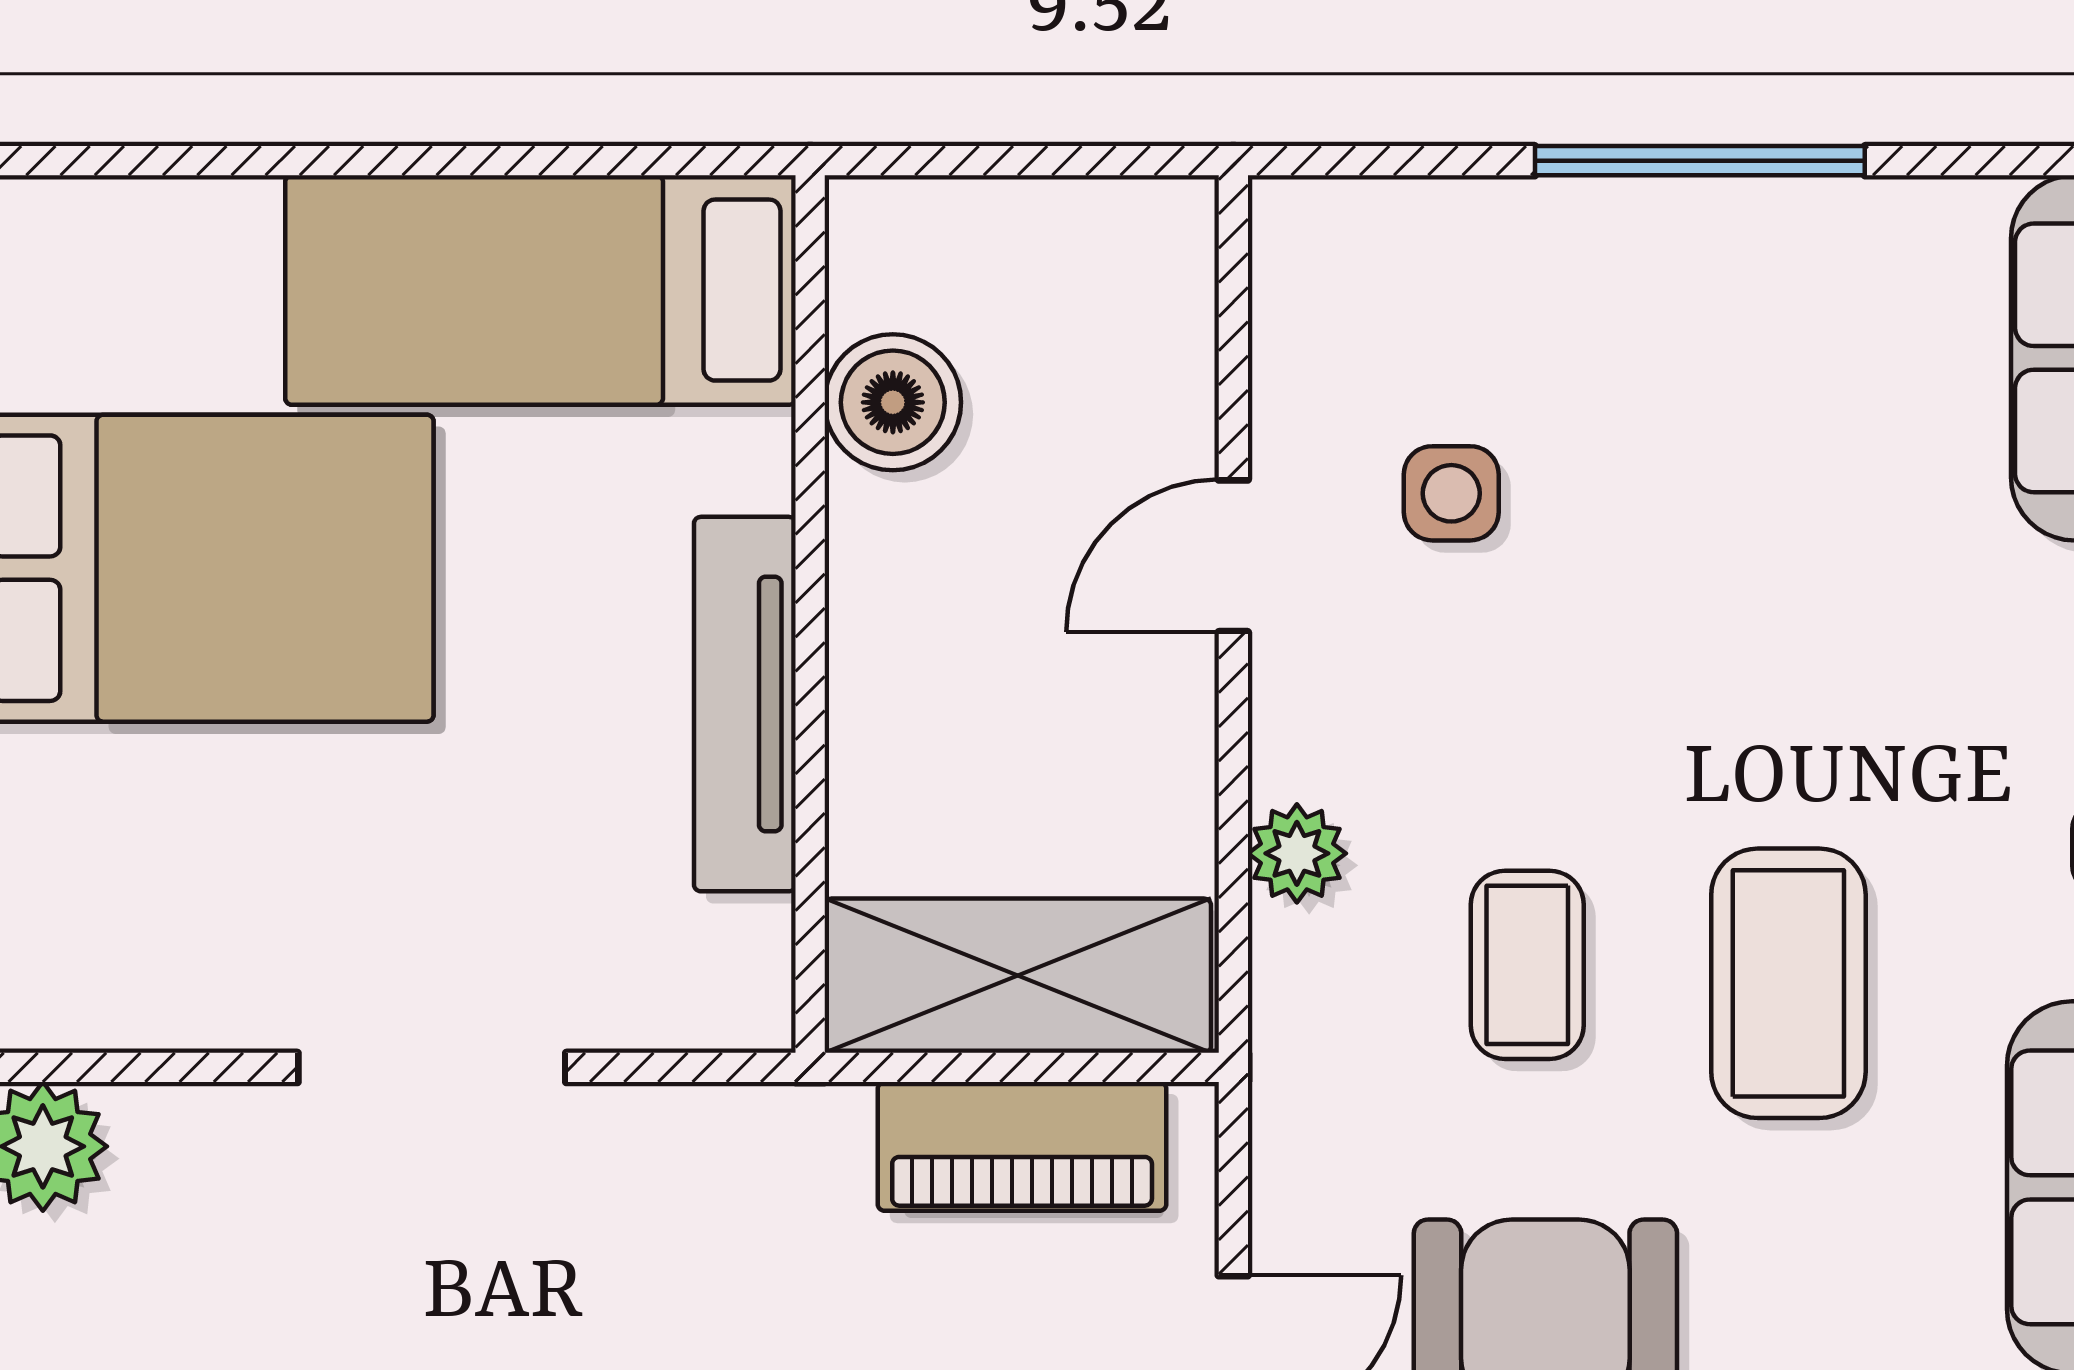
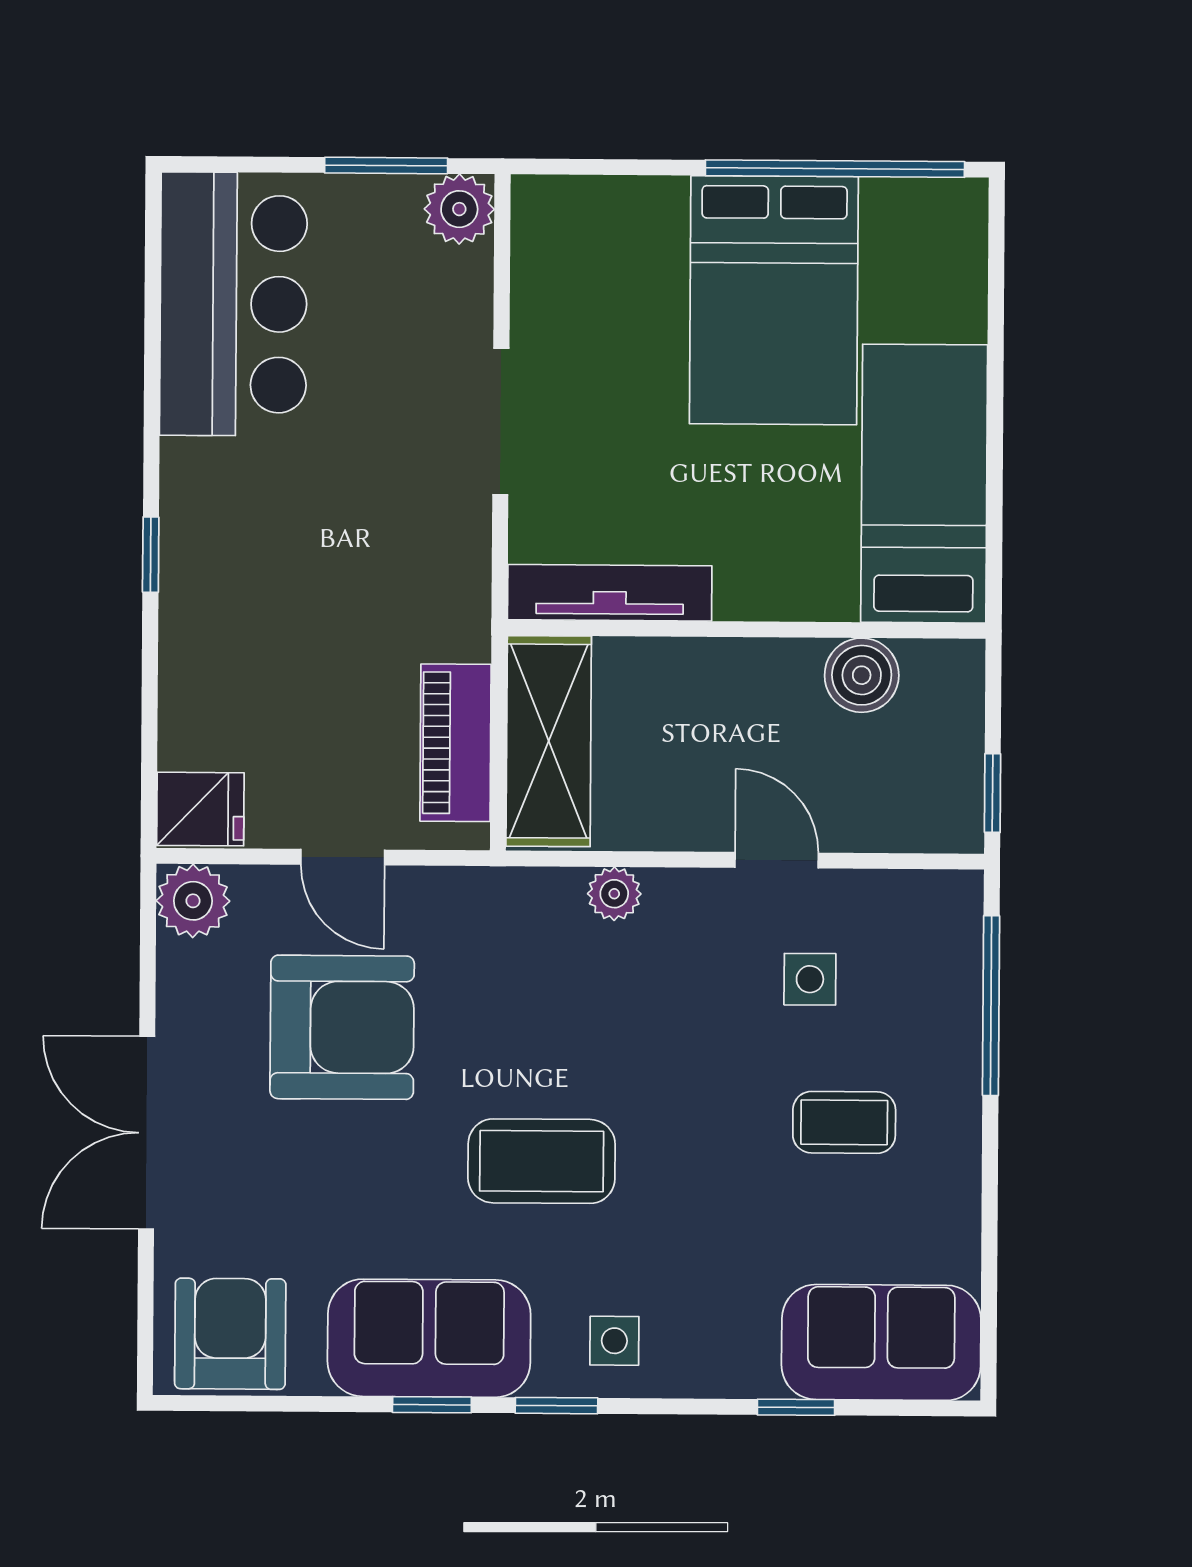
window: (1107, 161) -> (993, 793), added
window: (1700, 161) -> (991, 1006), moved
tv unit: (745, 704) -> (610, 593), moved
coffee table: (1527, 965) -> (844, 1122), moved

